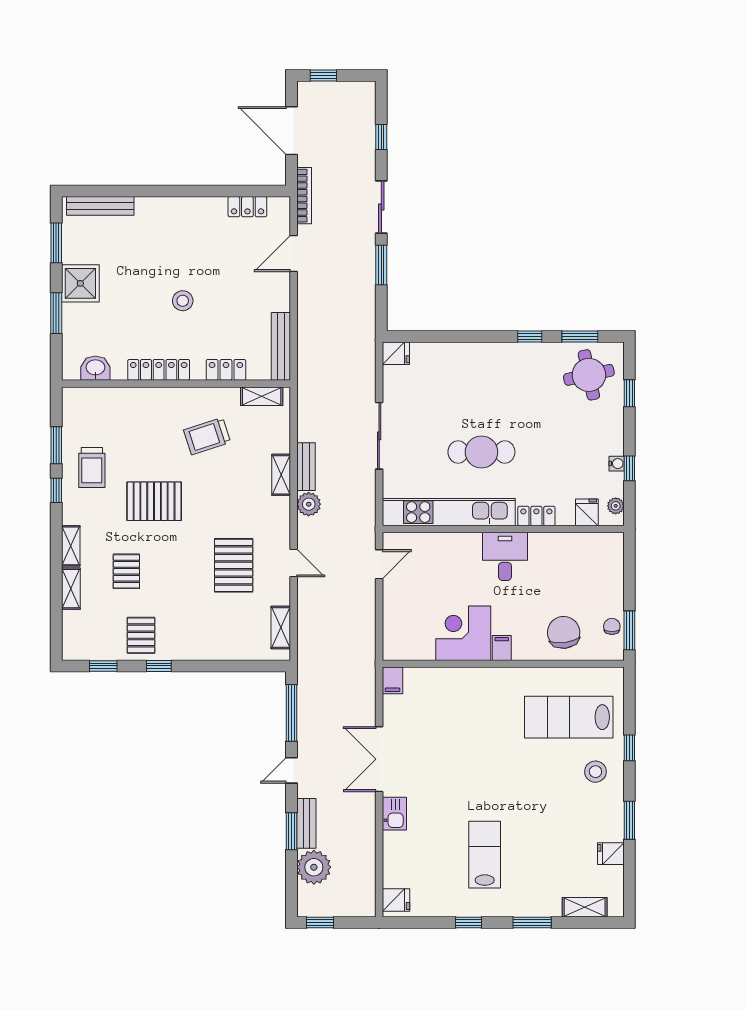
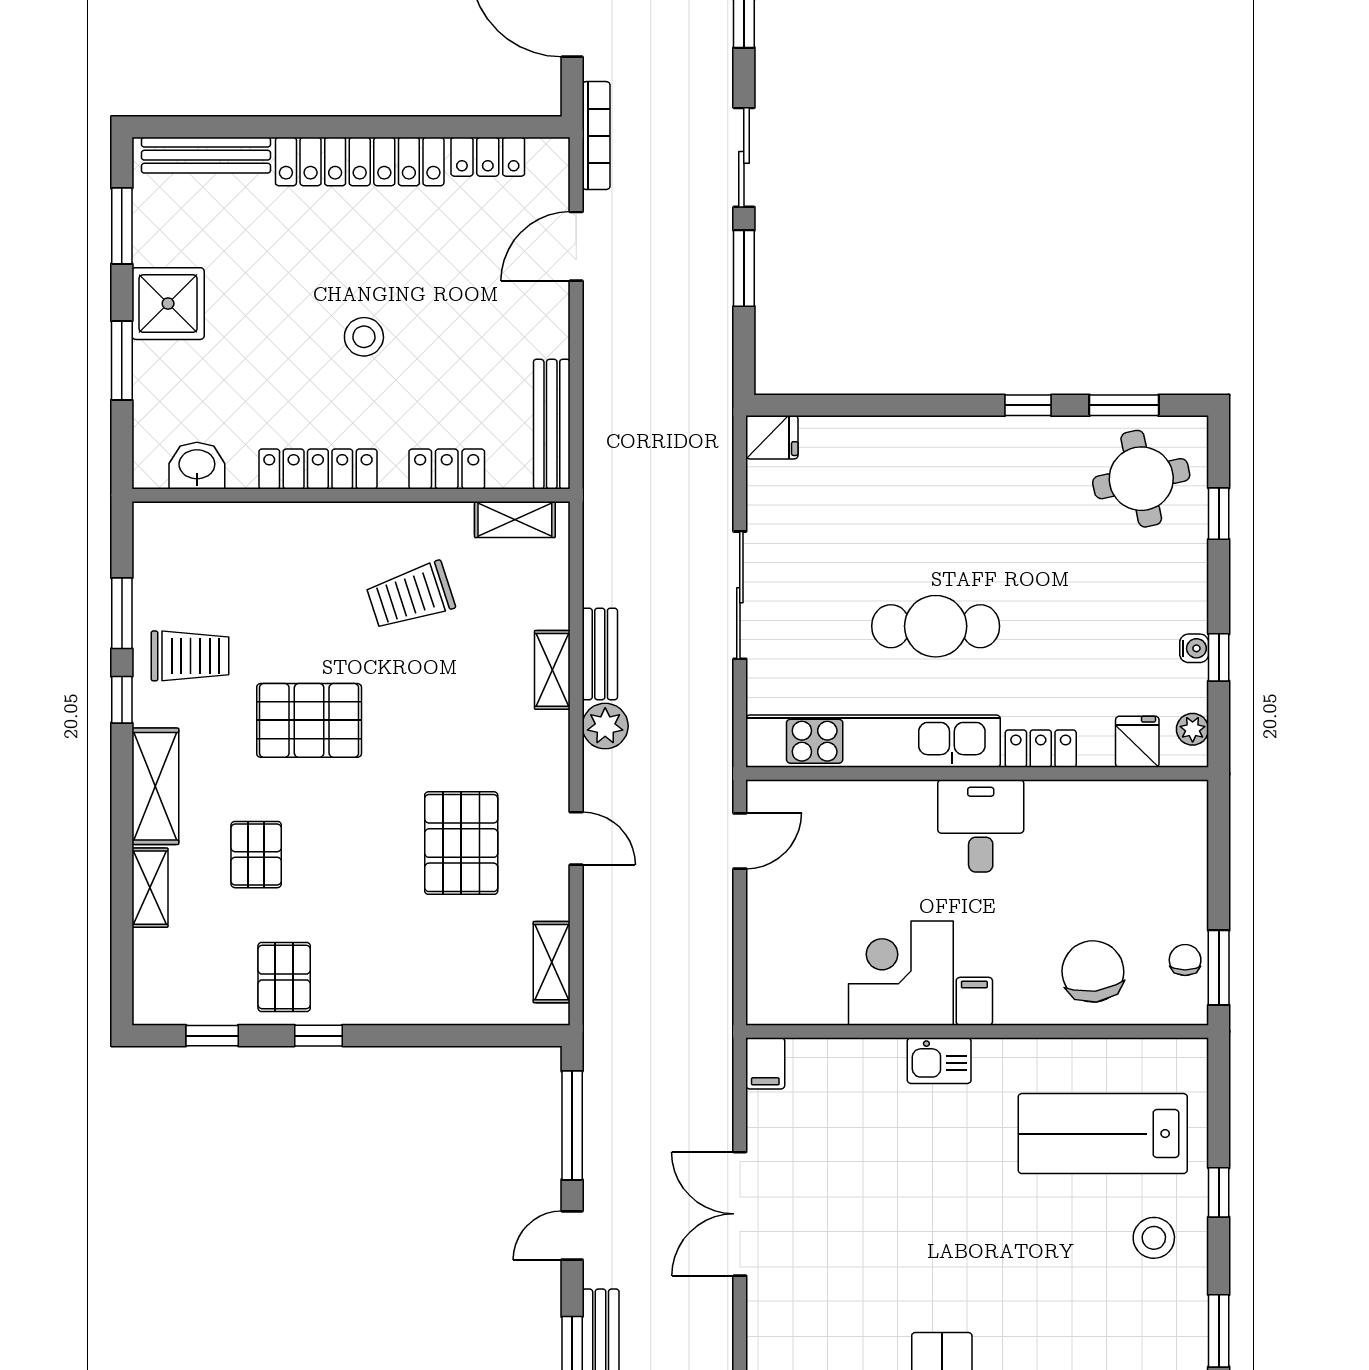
locker: (180, 209) -> (360, 161), added
trolley: (92, 468) -> (190, 656), turned -90
shelving: (71, 546) -> (155, 786), width x1.50, depth x1.33
kitchen sink: (394, 814) -> (939, 1061), moved, turned 90

